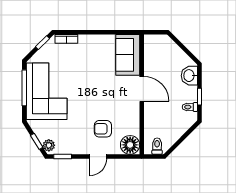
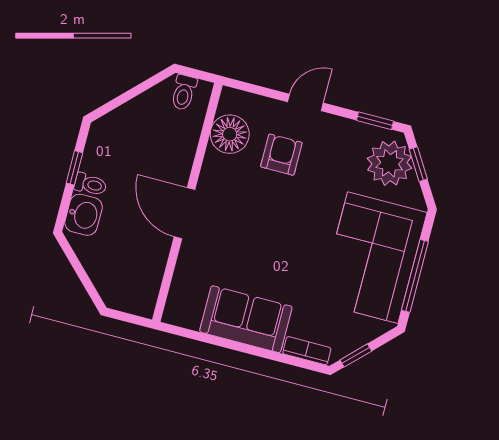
sofa: (128, 55) -> (246, 319), moved, turned -90
toilet: (190, 107) -> (90, 184), moved
armchair: (103, 129) -> (281, 155), turned -90
plant: (49, 145) -> (390, 163), width x1.88, depth x1.88
floor lamp: (130, 145) -> (230, 134), moved

